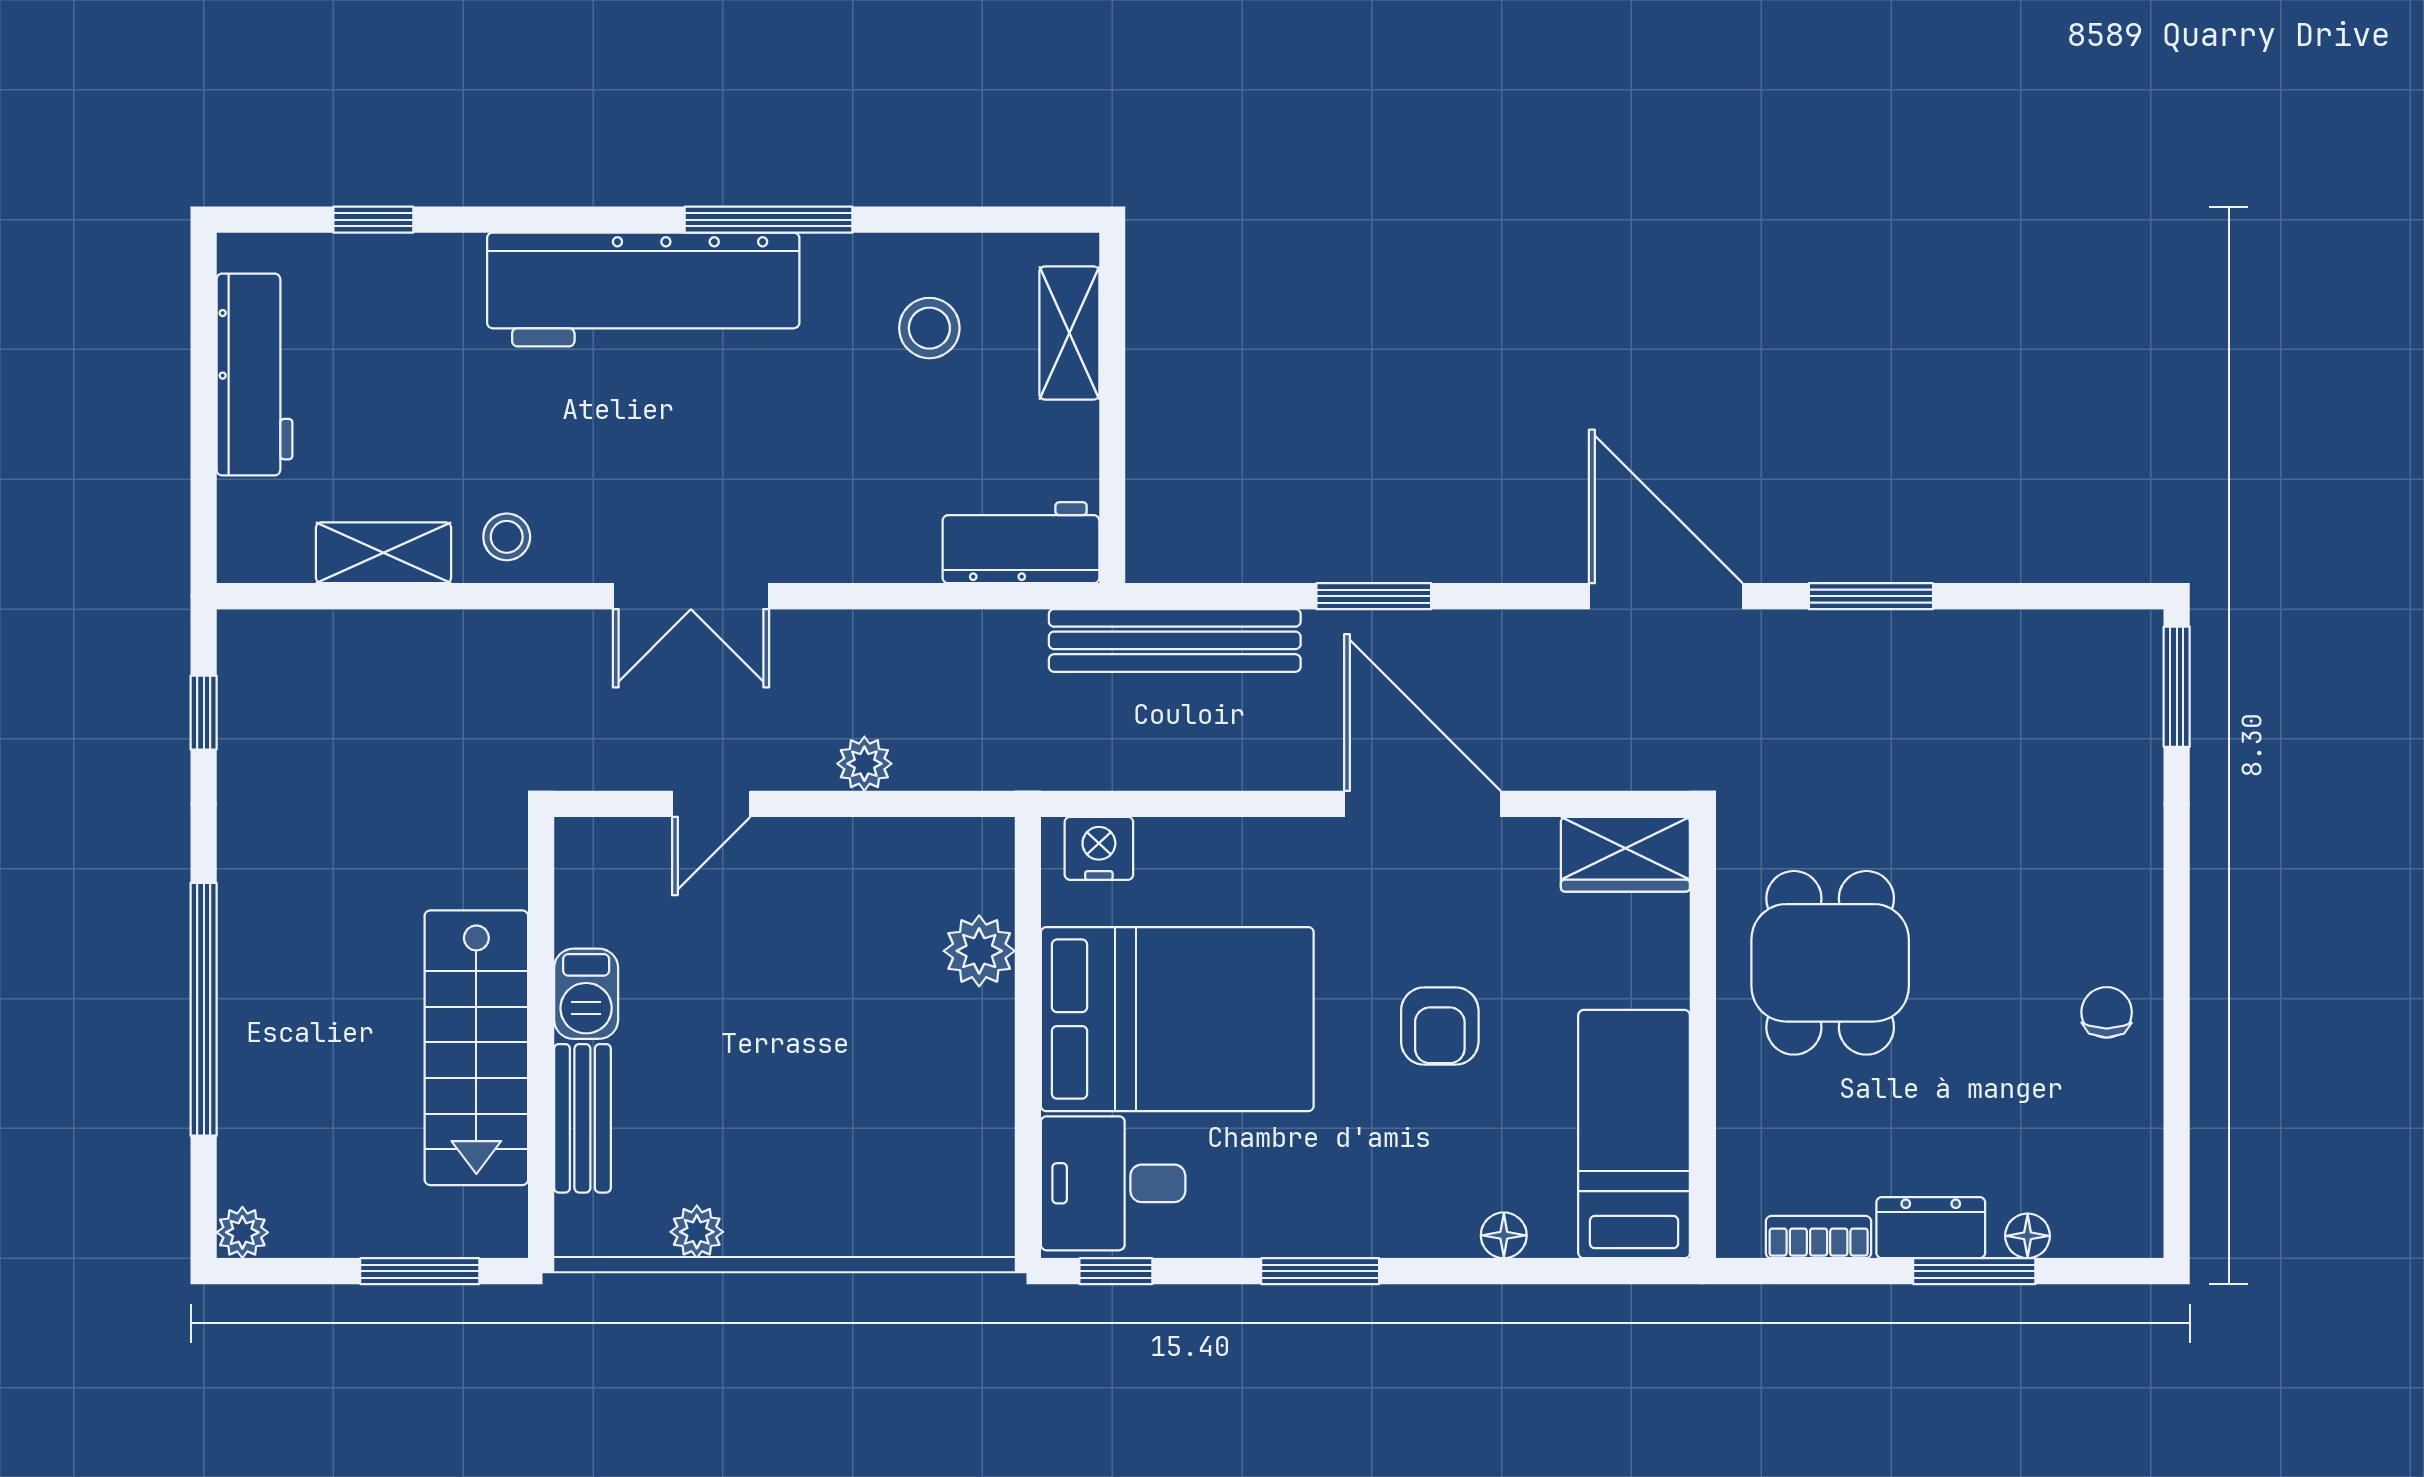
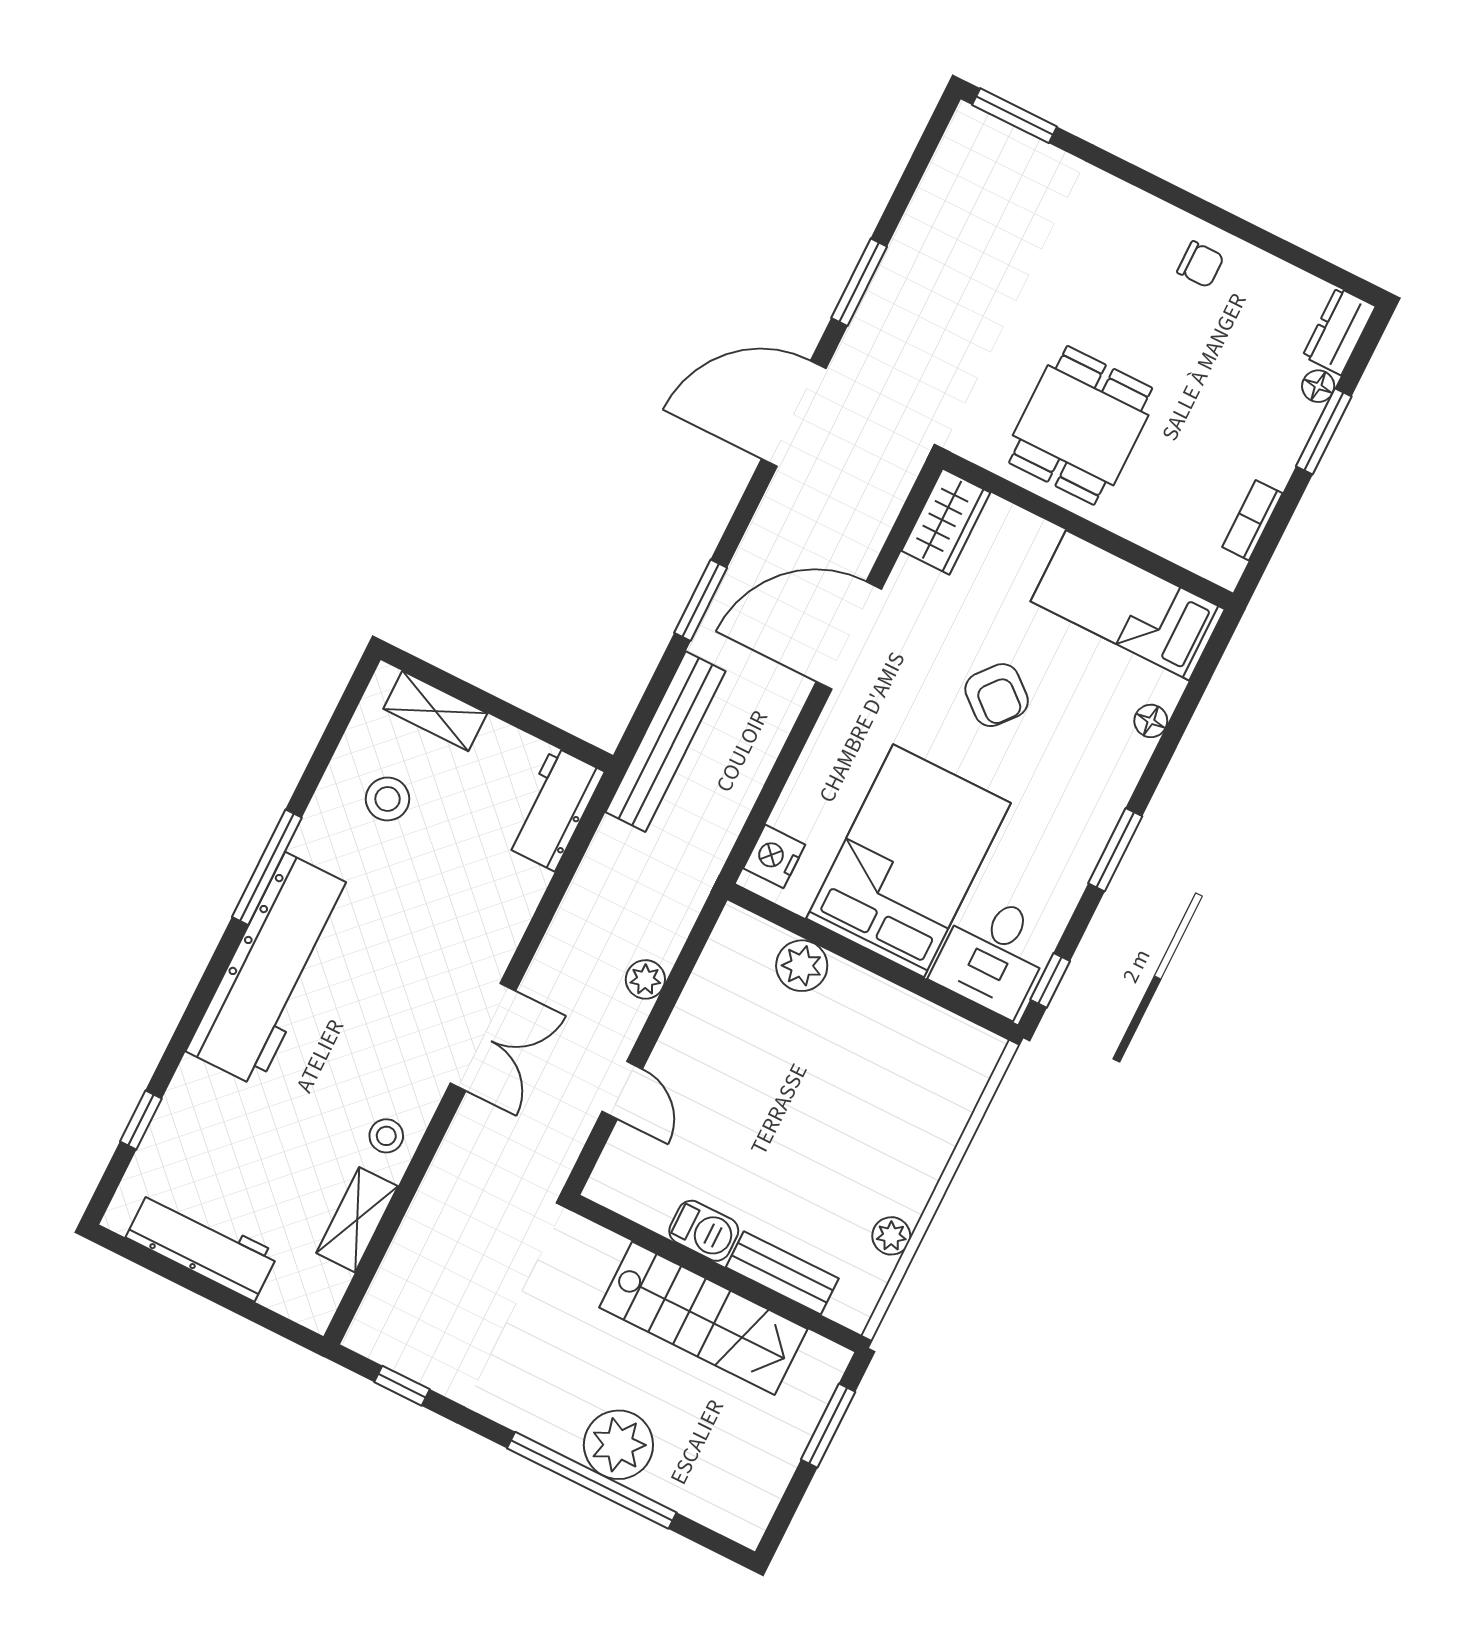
dining table: (1830, 963) -> (1081, 425), turned 90
chair: (2107, 1012) -> (1201, 264), turned 180
armchair: (1440, 1026) -> (997, 695), turned 40
dresser: (1931, 1228) -> (1339, 331), moved
plant: (242, 1232) -> (618, 1445), moved, width x1.88, depth x1.88

